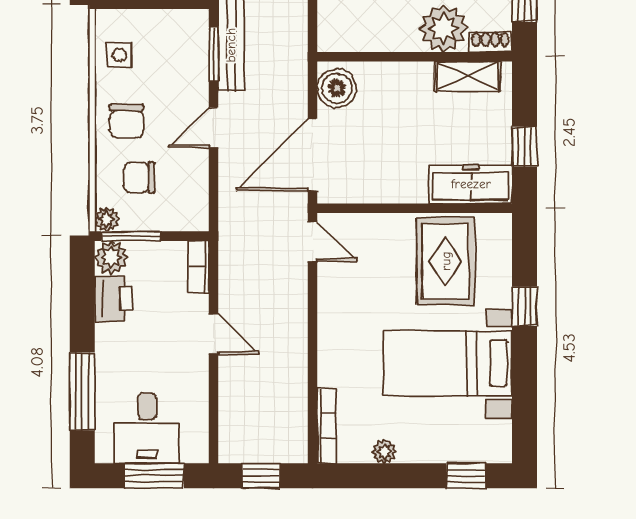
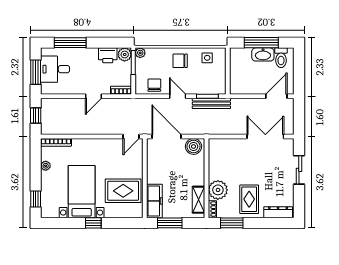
window: (524, 147) -> (170, 223), width x1.50
chair: (139, 178) -> (154, 85), moved
window: (524, 306) -> (93, 223), moved

